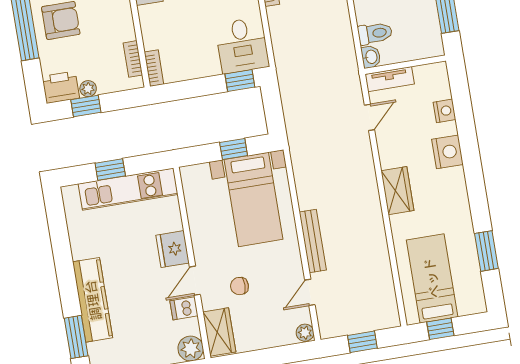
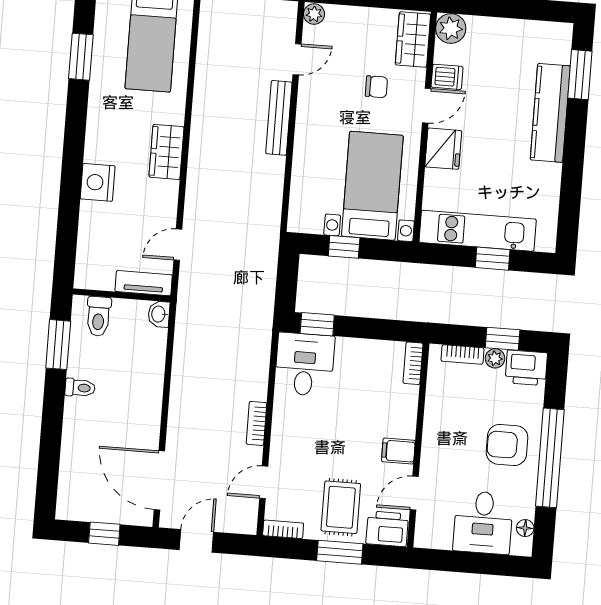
toilet: (375, 33) -> (99, 316), moved, turned -90
bookcase: (133, 59) -> (462, 355), moved, turned 90
nightstand: (445, 111) -> (89, 231), removed
bed with nightstands: (254, 199) -> (372, 186), moved

